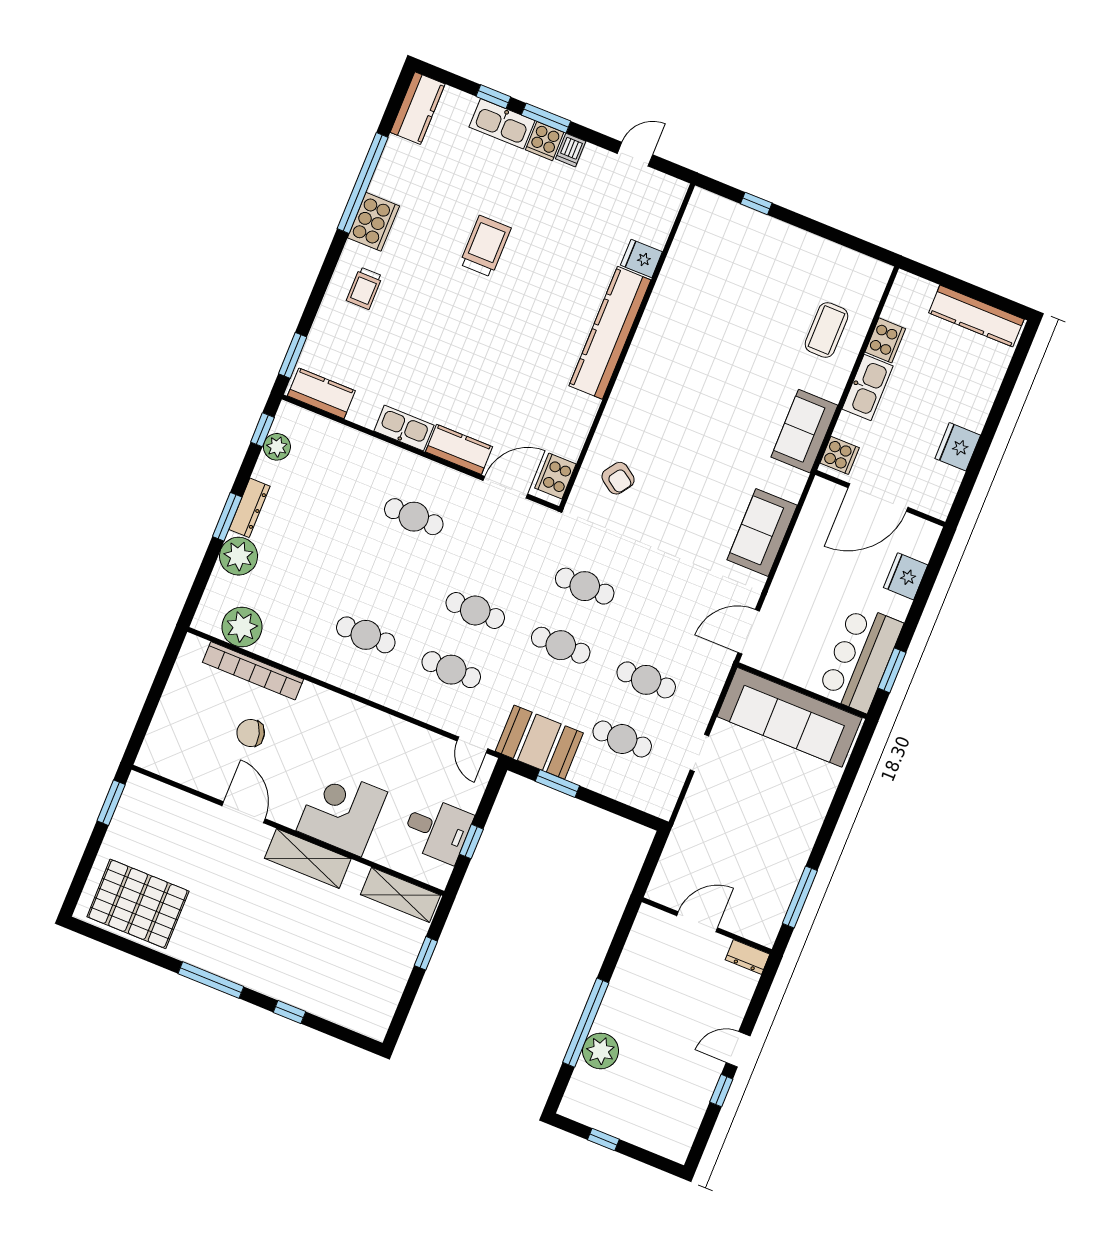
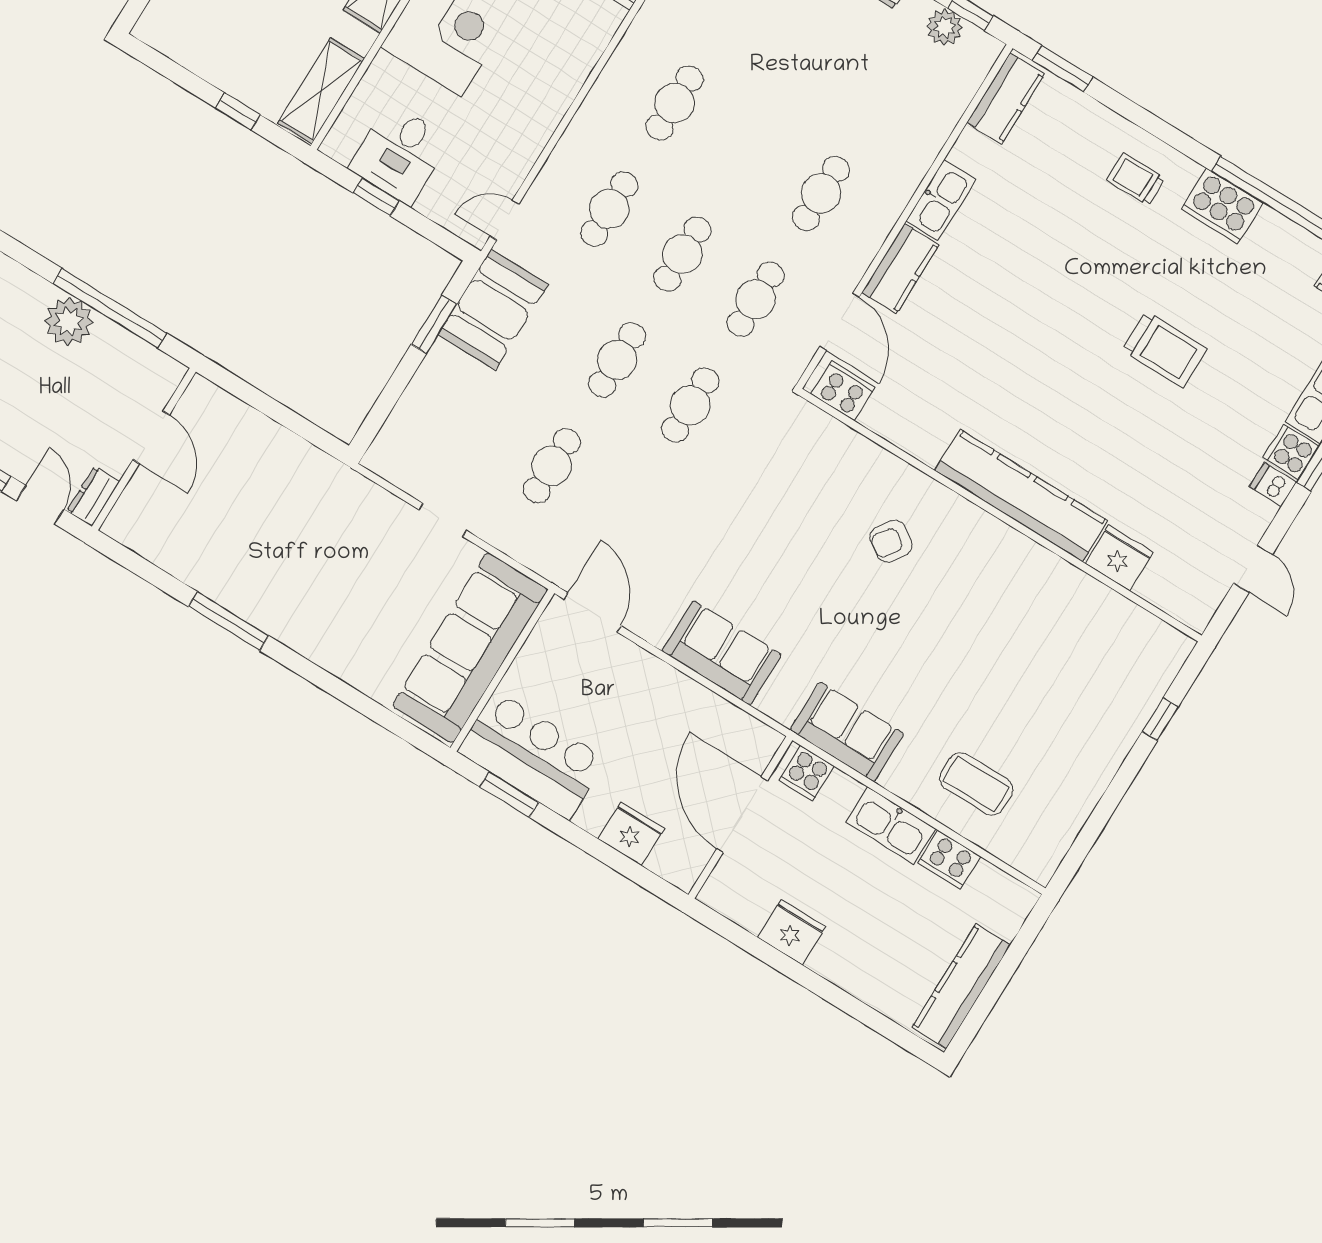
fridge: (641, 258) -> (1119, 558), width x1.38
armchair: (618, 478) -> (891, 541), moved
cafe table: (622, 739) -> (756, 299), moved
door: (697, 922) -> (151, 437), moved
wall: (707, 926) -> (144, 449), moved
dresser: (747, 957) -> (93, 496), moved

